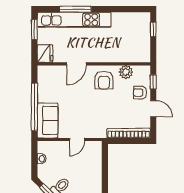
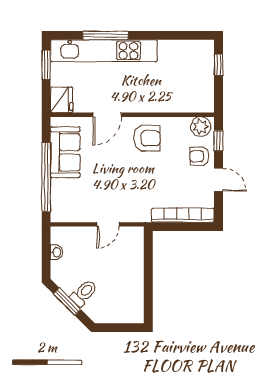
plant: (126, 72) -> (201, 127), moved
armchair: (104, 80) -> (147, 138), turned -90
sofa: (48, 120) -> (65, 152), moved

